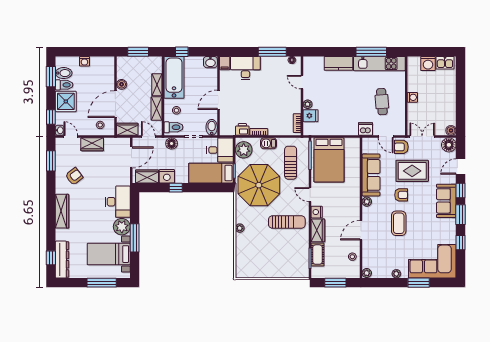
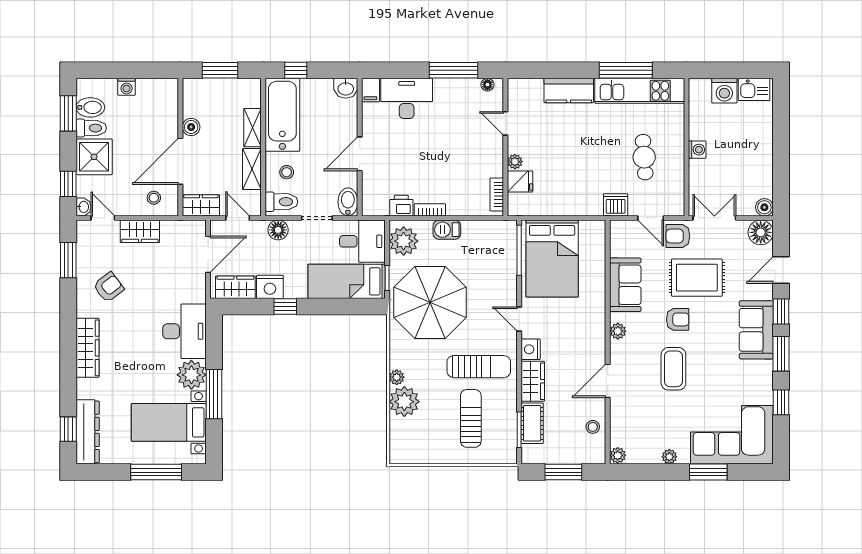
sun lounger: (291, 163) -> (471, 418), moved
sofa: (371, 175) -> (625, 285), width x0.73
plant: (244, 242) -> (404, 402), added

